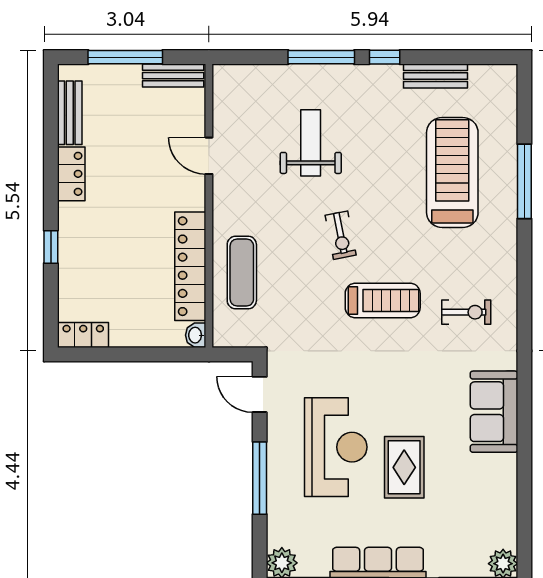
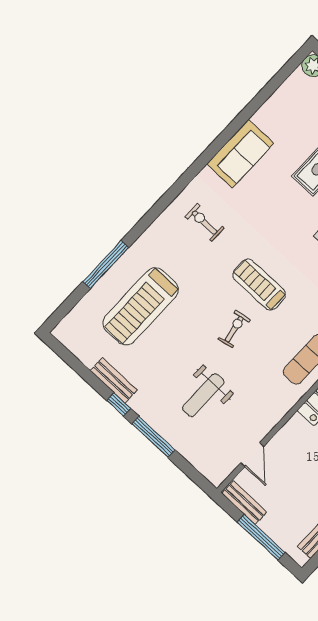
bench: (436, 76) -> (114, 380), moved
door: (209, 156) -> (252, 455), moved
treadmill: (383, 301) -> (259, 285), moved

